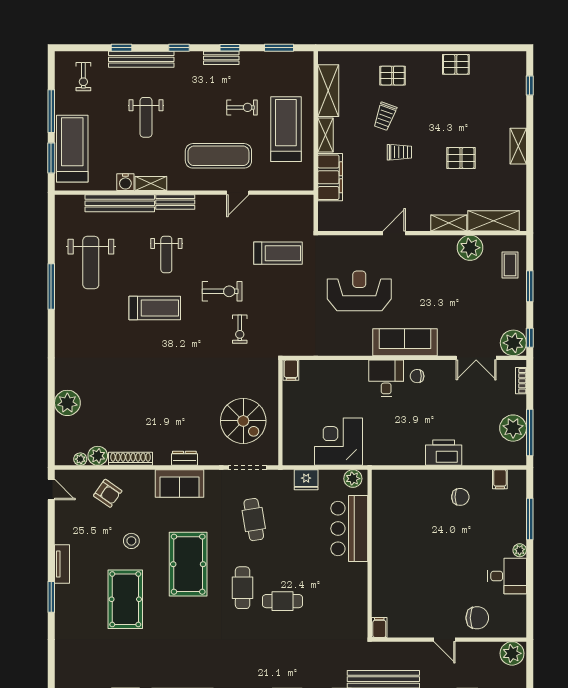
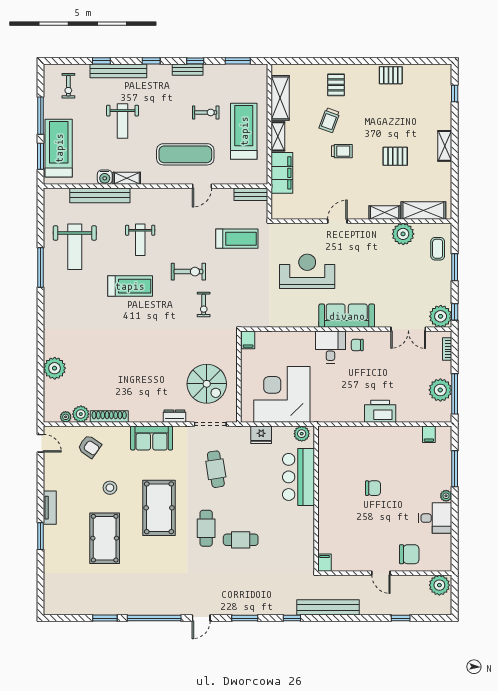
pallet: (393, 76) -> (336, 85), turned 90
bench: (175, 202) -> (251, 194), moved
corner desk: (339, 442) -> (282, 394), width x1.36, depth x1.36
dresser: (184, 458) -> (174, 416), moved
chair: (460, 497) -> (373, 488), moved

